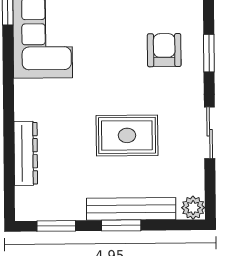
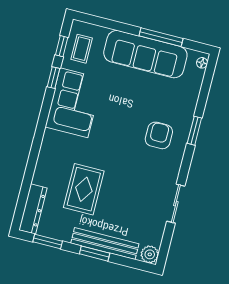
window: (209, 53) -> (194, 131), moved
rug: (127, 135) -> (84, 189), moved, turned 90
dresser: (26, 153) -> (33, 209), moved

